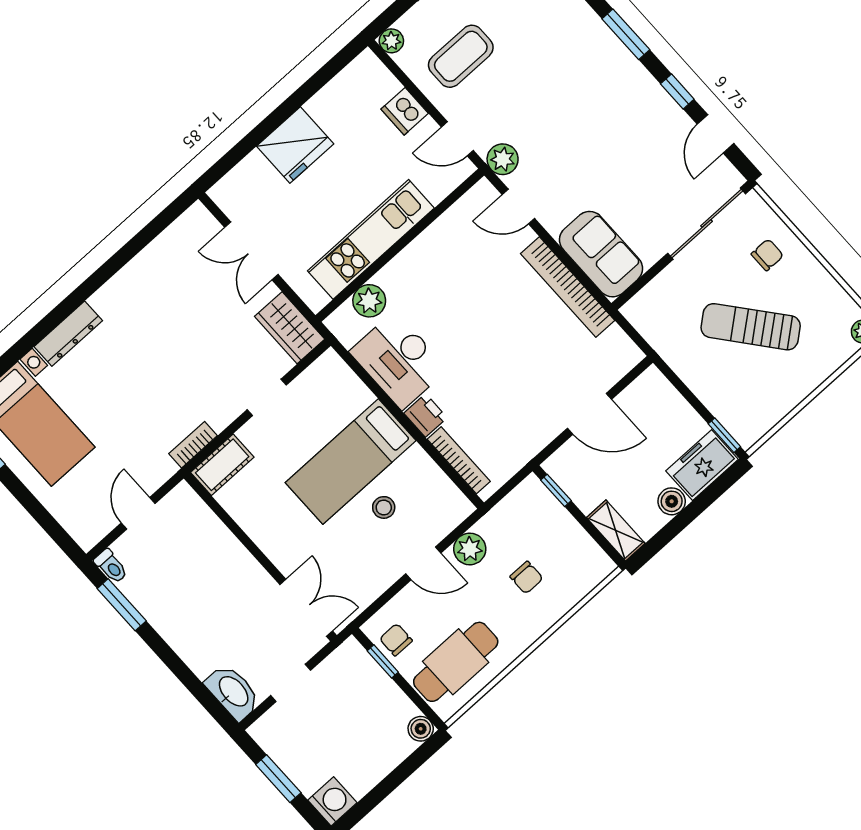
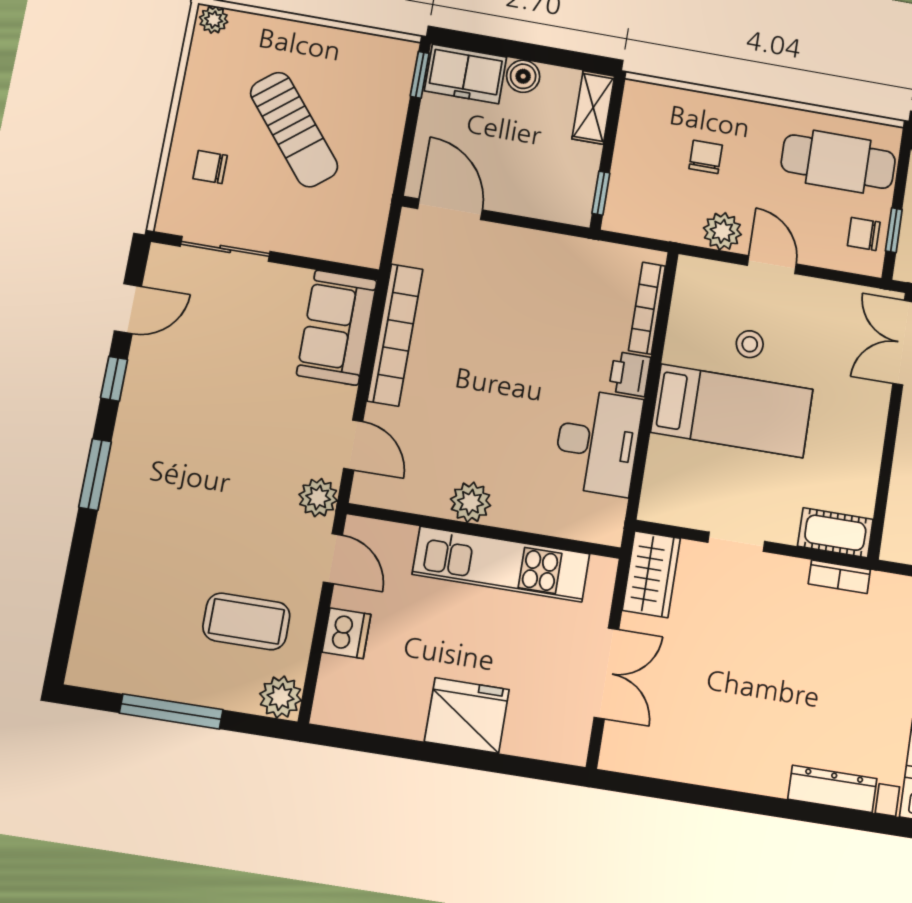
plant: (391, 41) -> (281, 697), width x1.38, depth x1.38
sliding door: (707, 224) -> (225, 249), width x0.73
plant: (369, 301) -> (471, 502), moved
door: (589, 414) -> (450, 209), moved
chair: (396, 640) -> (864, 234), turned 90

